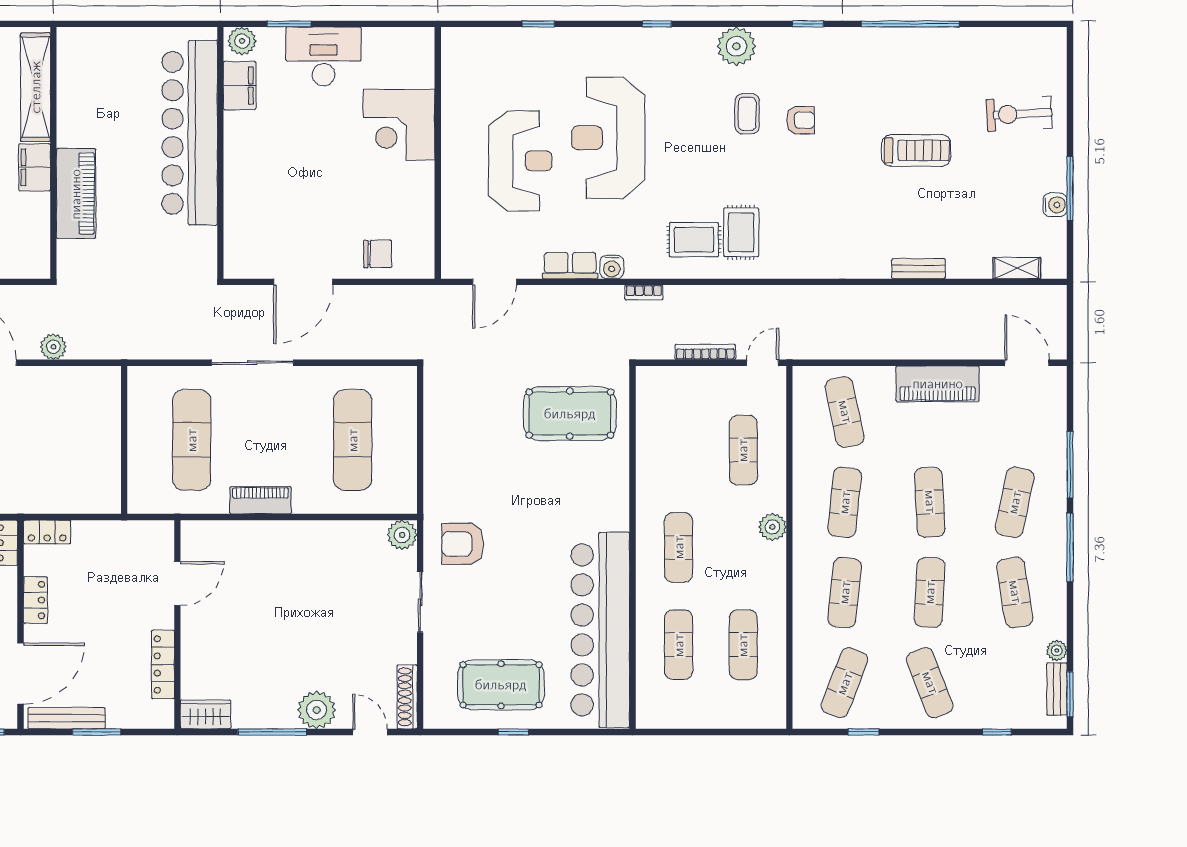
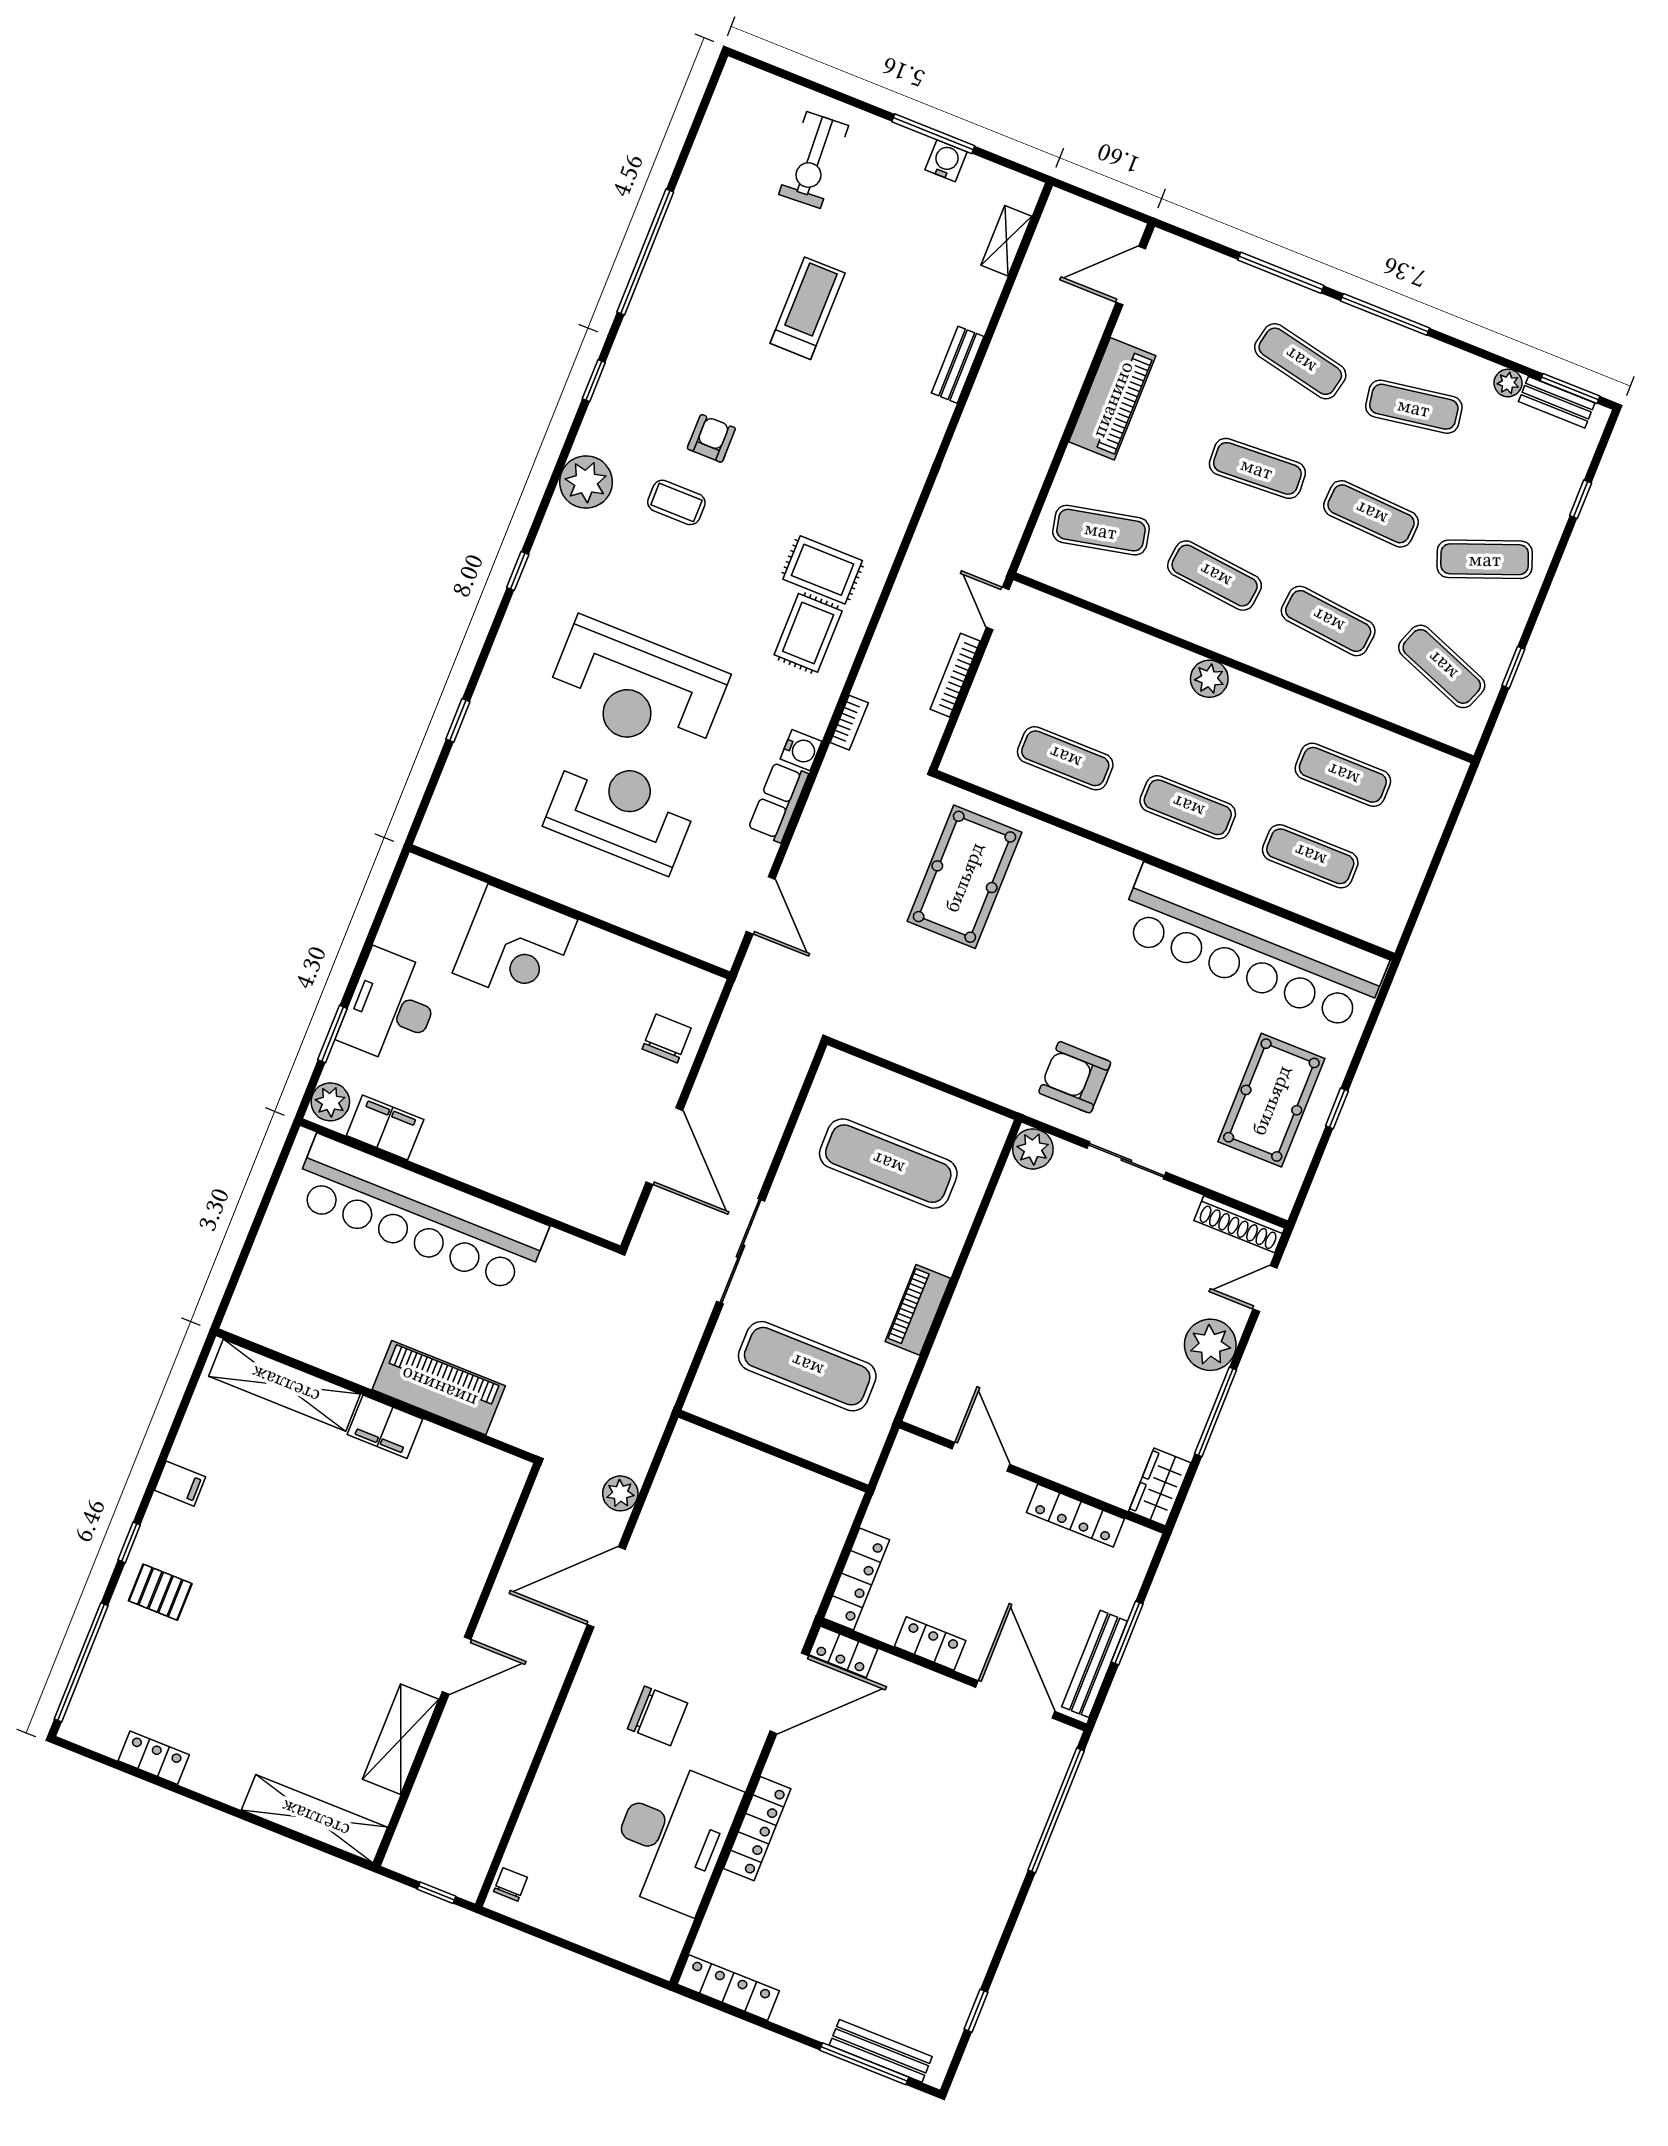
exercise mat: (743, 450) -> (1065, 758), moved
locker: (47, 532) -> (857, 1579), width x1.53
armchair: (463, 544) -> (1075, 1077), turned 90

